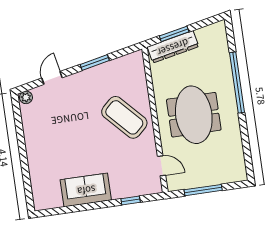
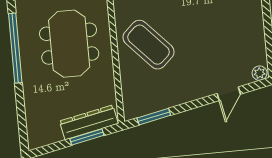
window: (95, 63) -> (154, 117), moved
window: (237, 82) -> (15, 48), moved

